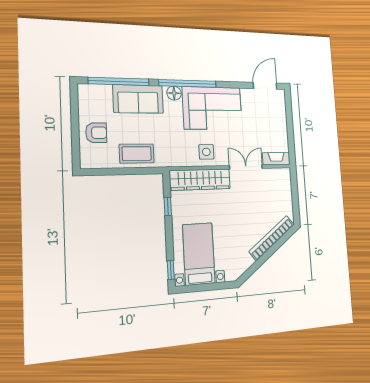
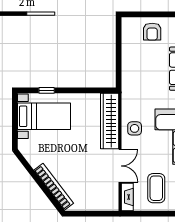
coffee table: (137, 154) -> (156, 188), moved
window: (168, 206) -> (87, 90), removed
window: (171, 270) -> (47, 90), moved

